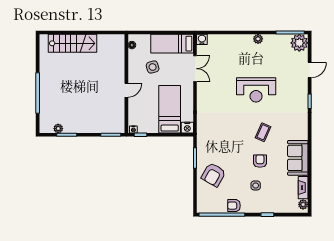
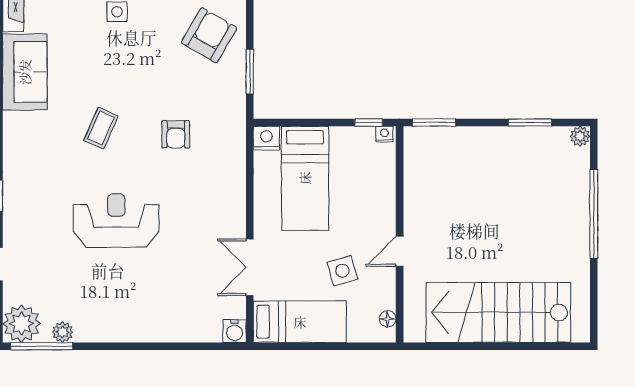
plant: (258, 39) -> (63, 332), moved
stairs: (72, 43) -> (498, 312), width x1.36, depth x1.51
door: (126, 90) -> (400, 251), moved
plant: (58, 129) -> (580, 136), moved
armchair: (260, 161) -> (176, 134), moved

